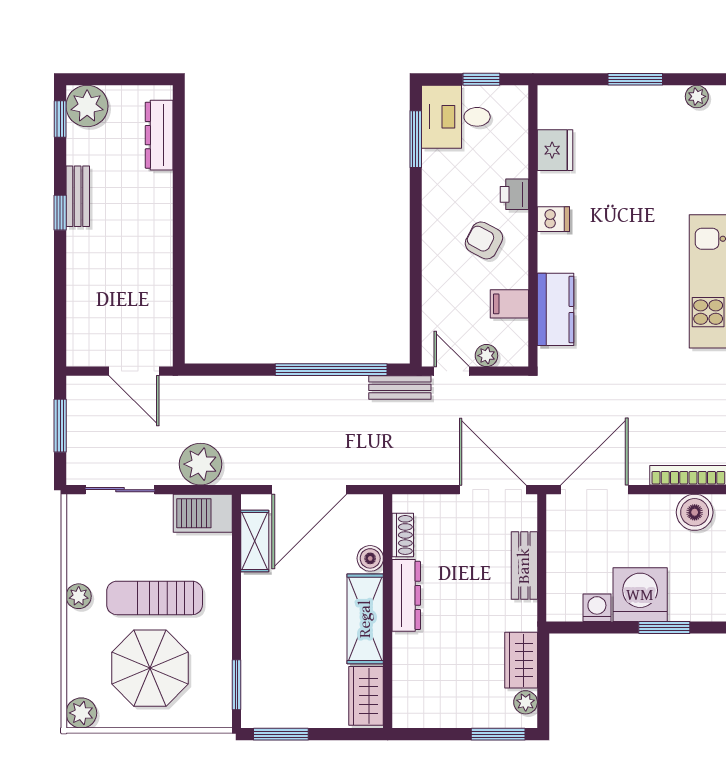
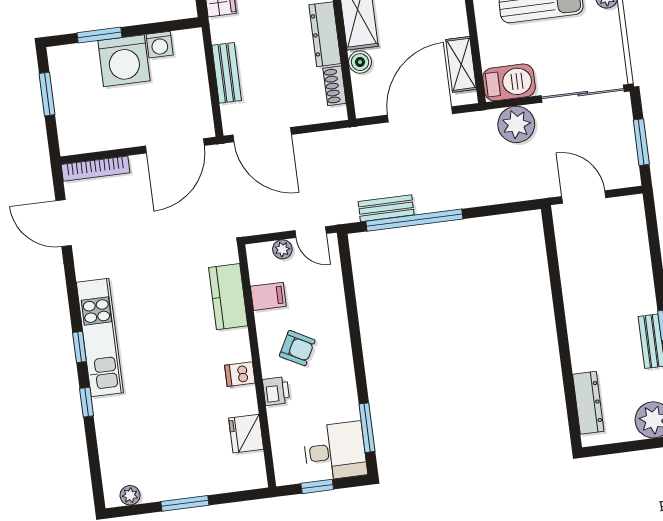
bench: (400, 387) -> (386, 208), moved
sliding door: (120, 490) -> (583, 94), width x1.37
boiler: (695, 512) -> (86, 137), removed

